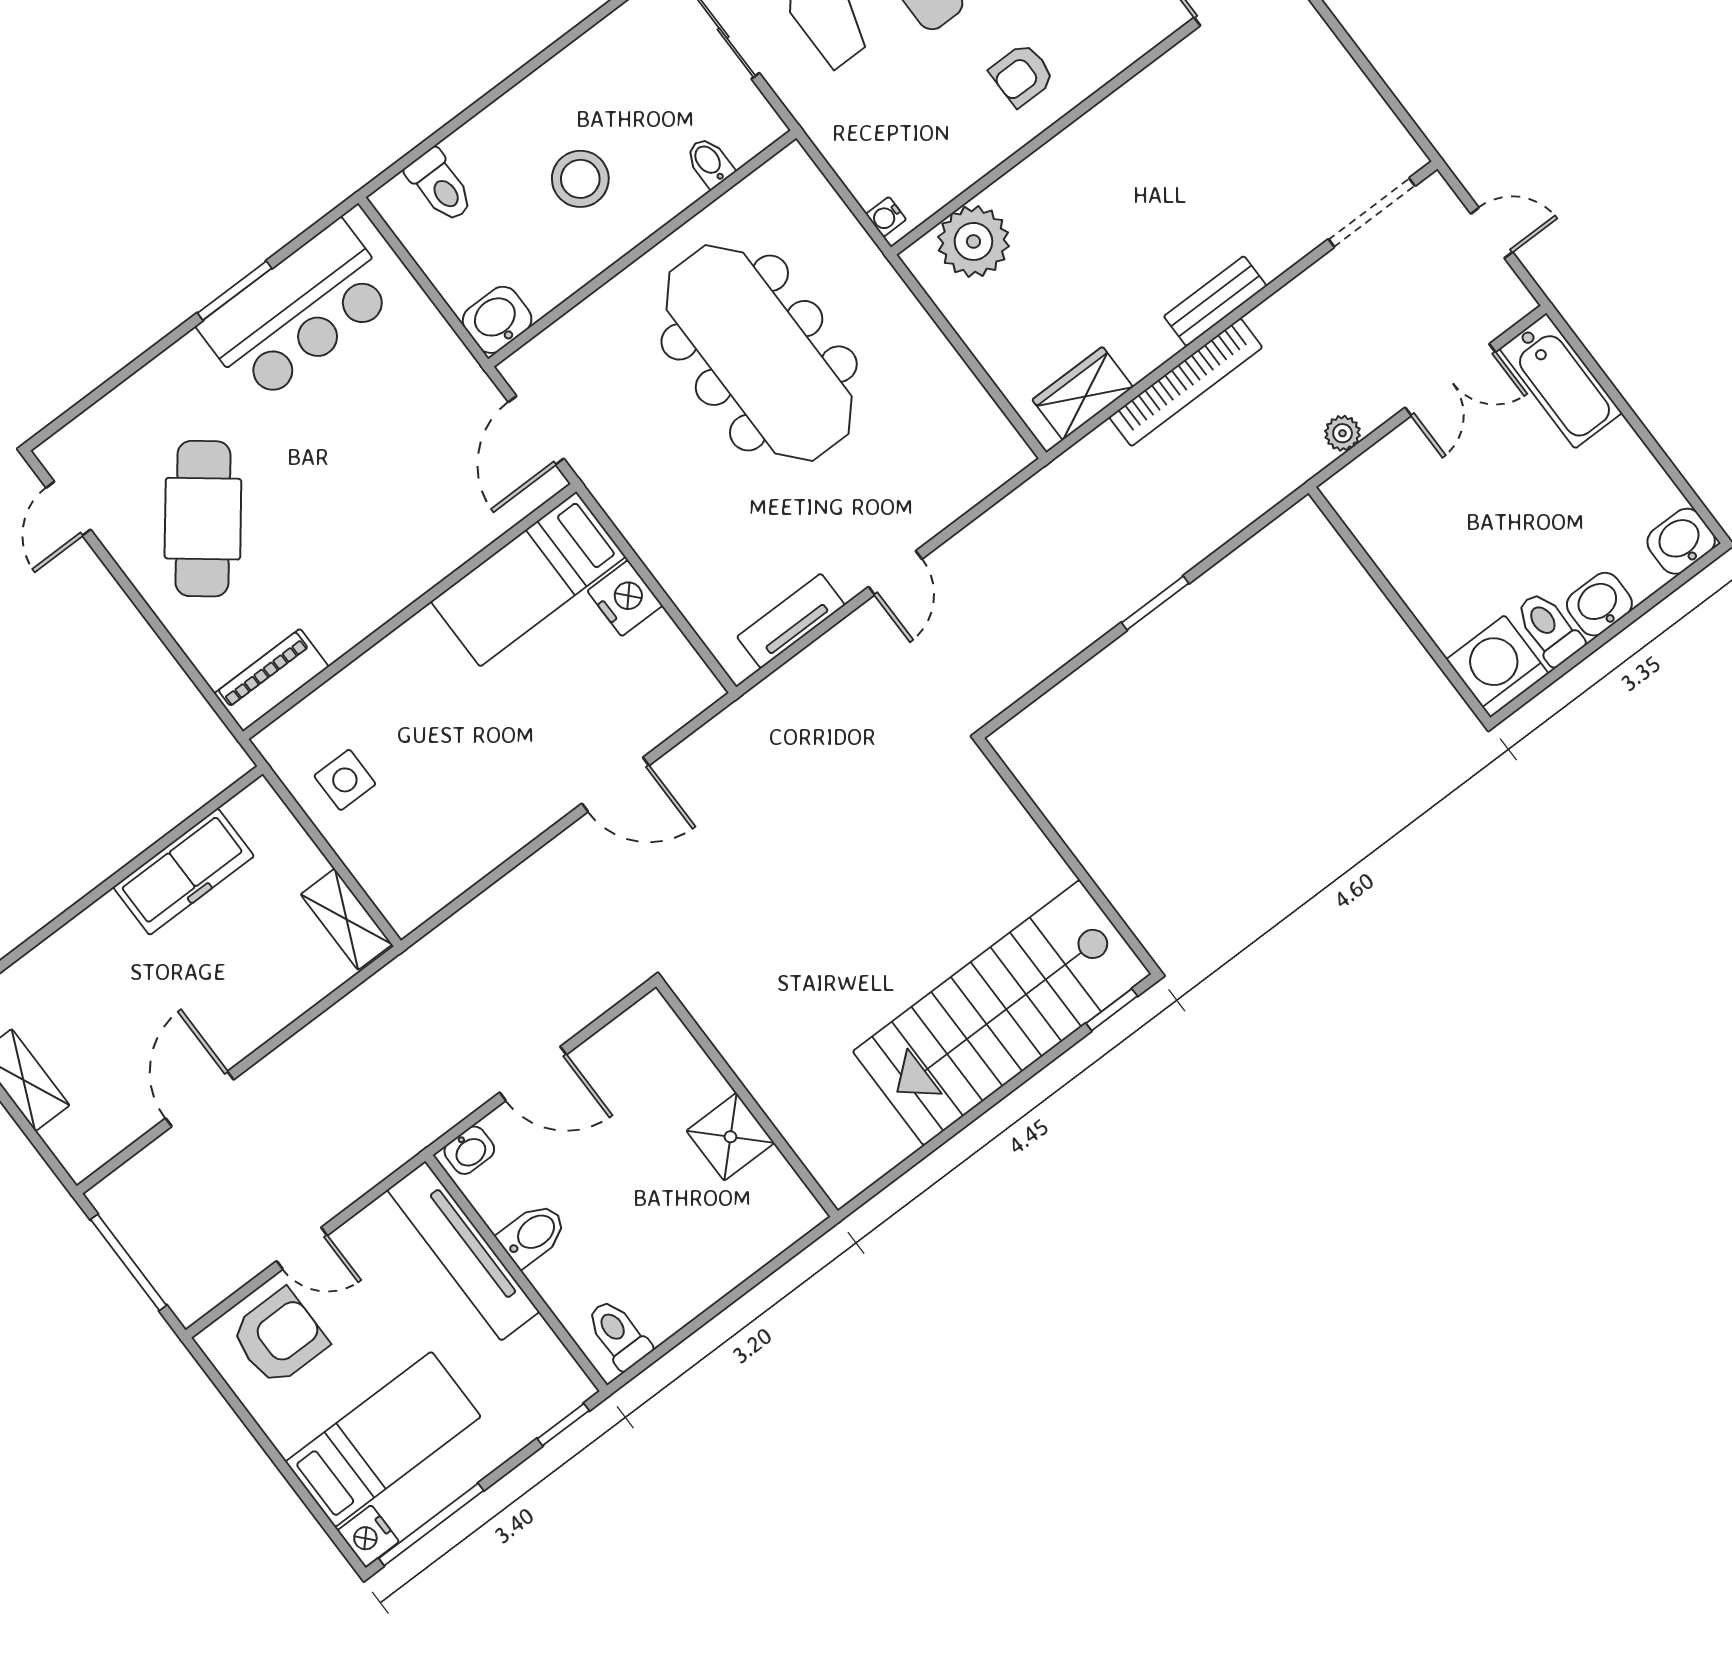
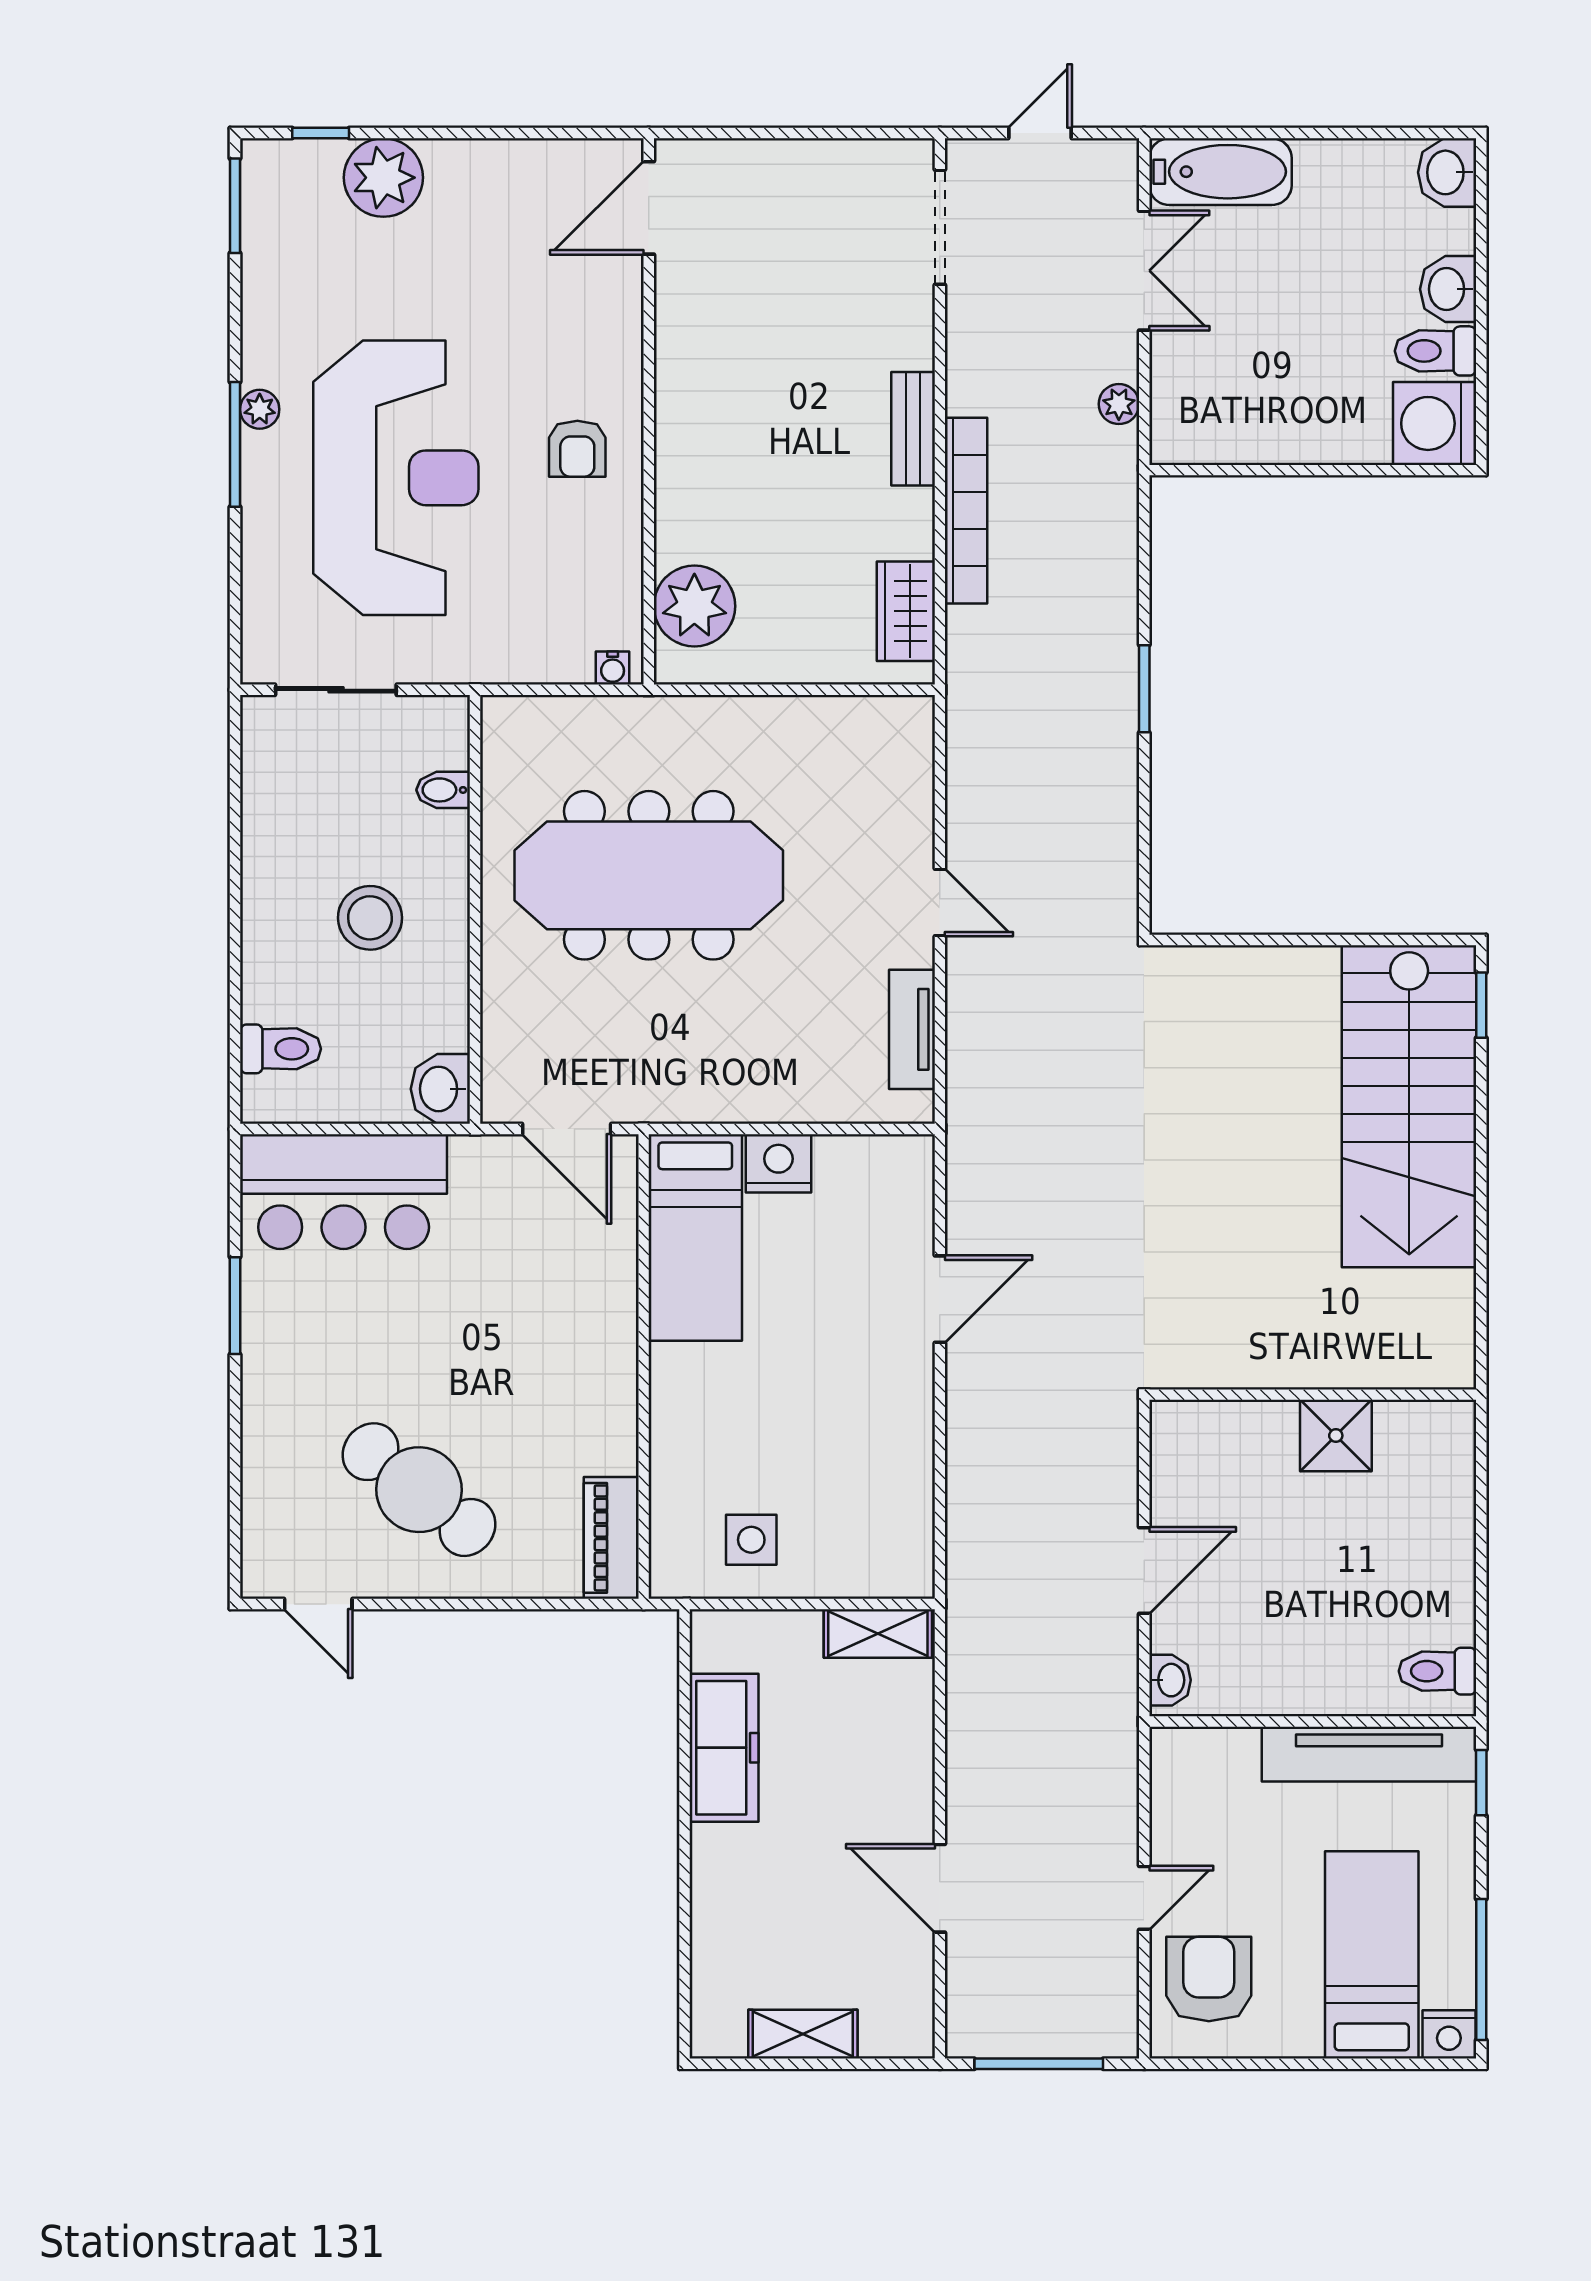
bar counter: (299, 312) -> (344, 1192), moved, turned 90
bidet: (533, 1234) -> (1289, 1681), removed
tv unit: (463, 1251) -> (1369, 1754), moved

